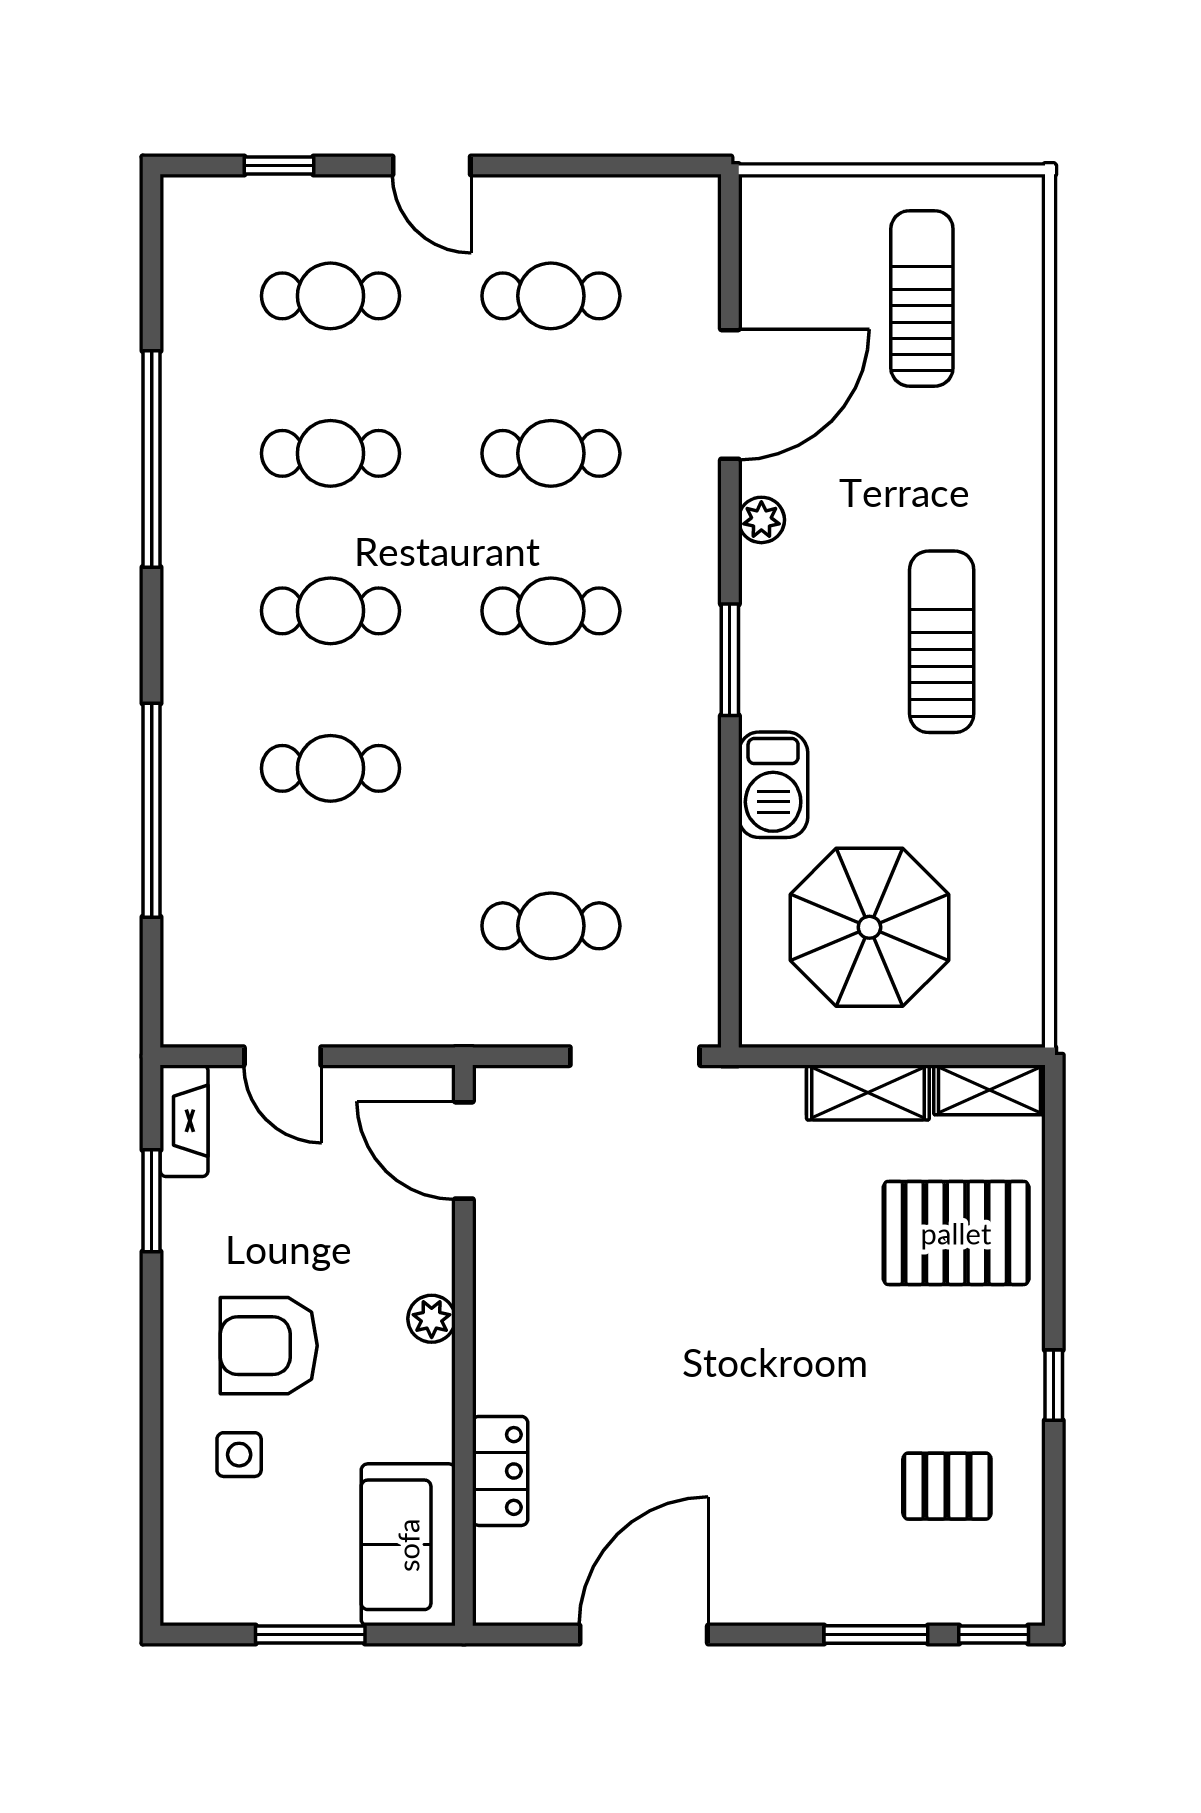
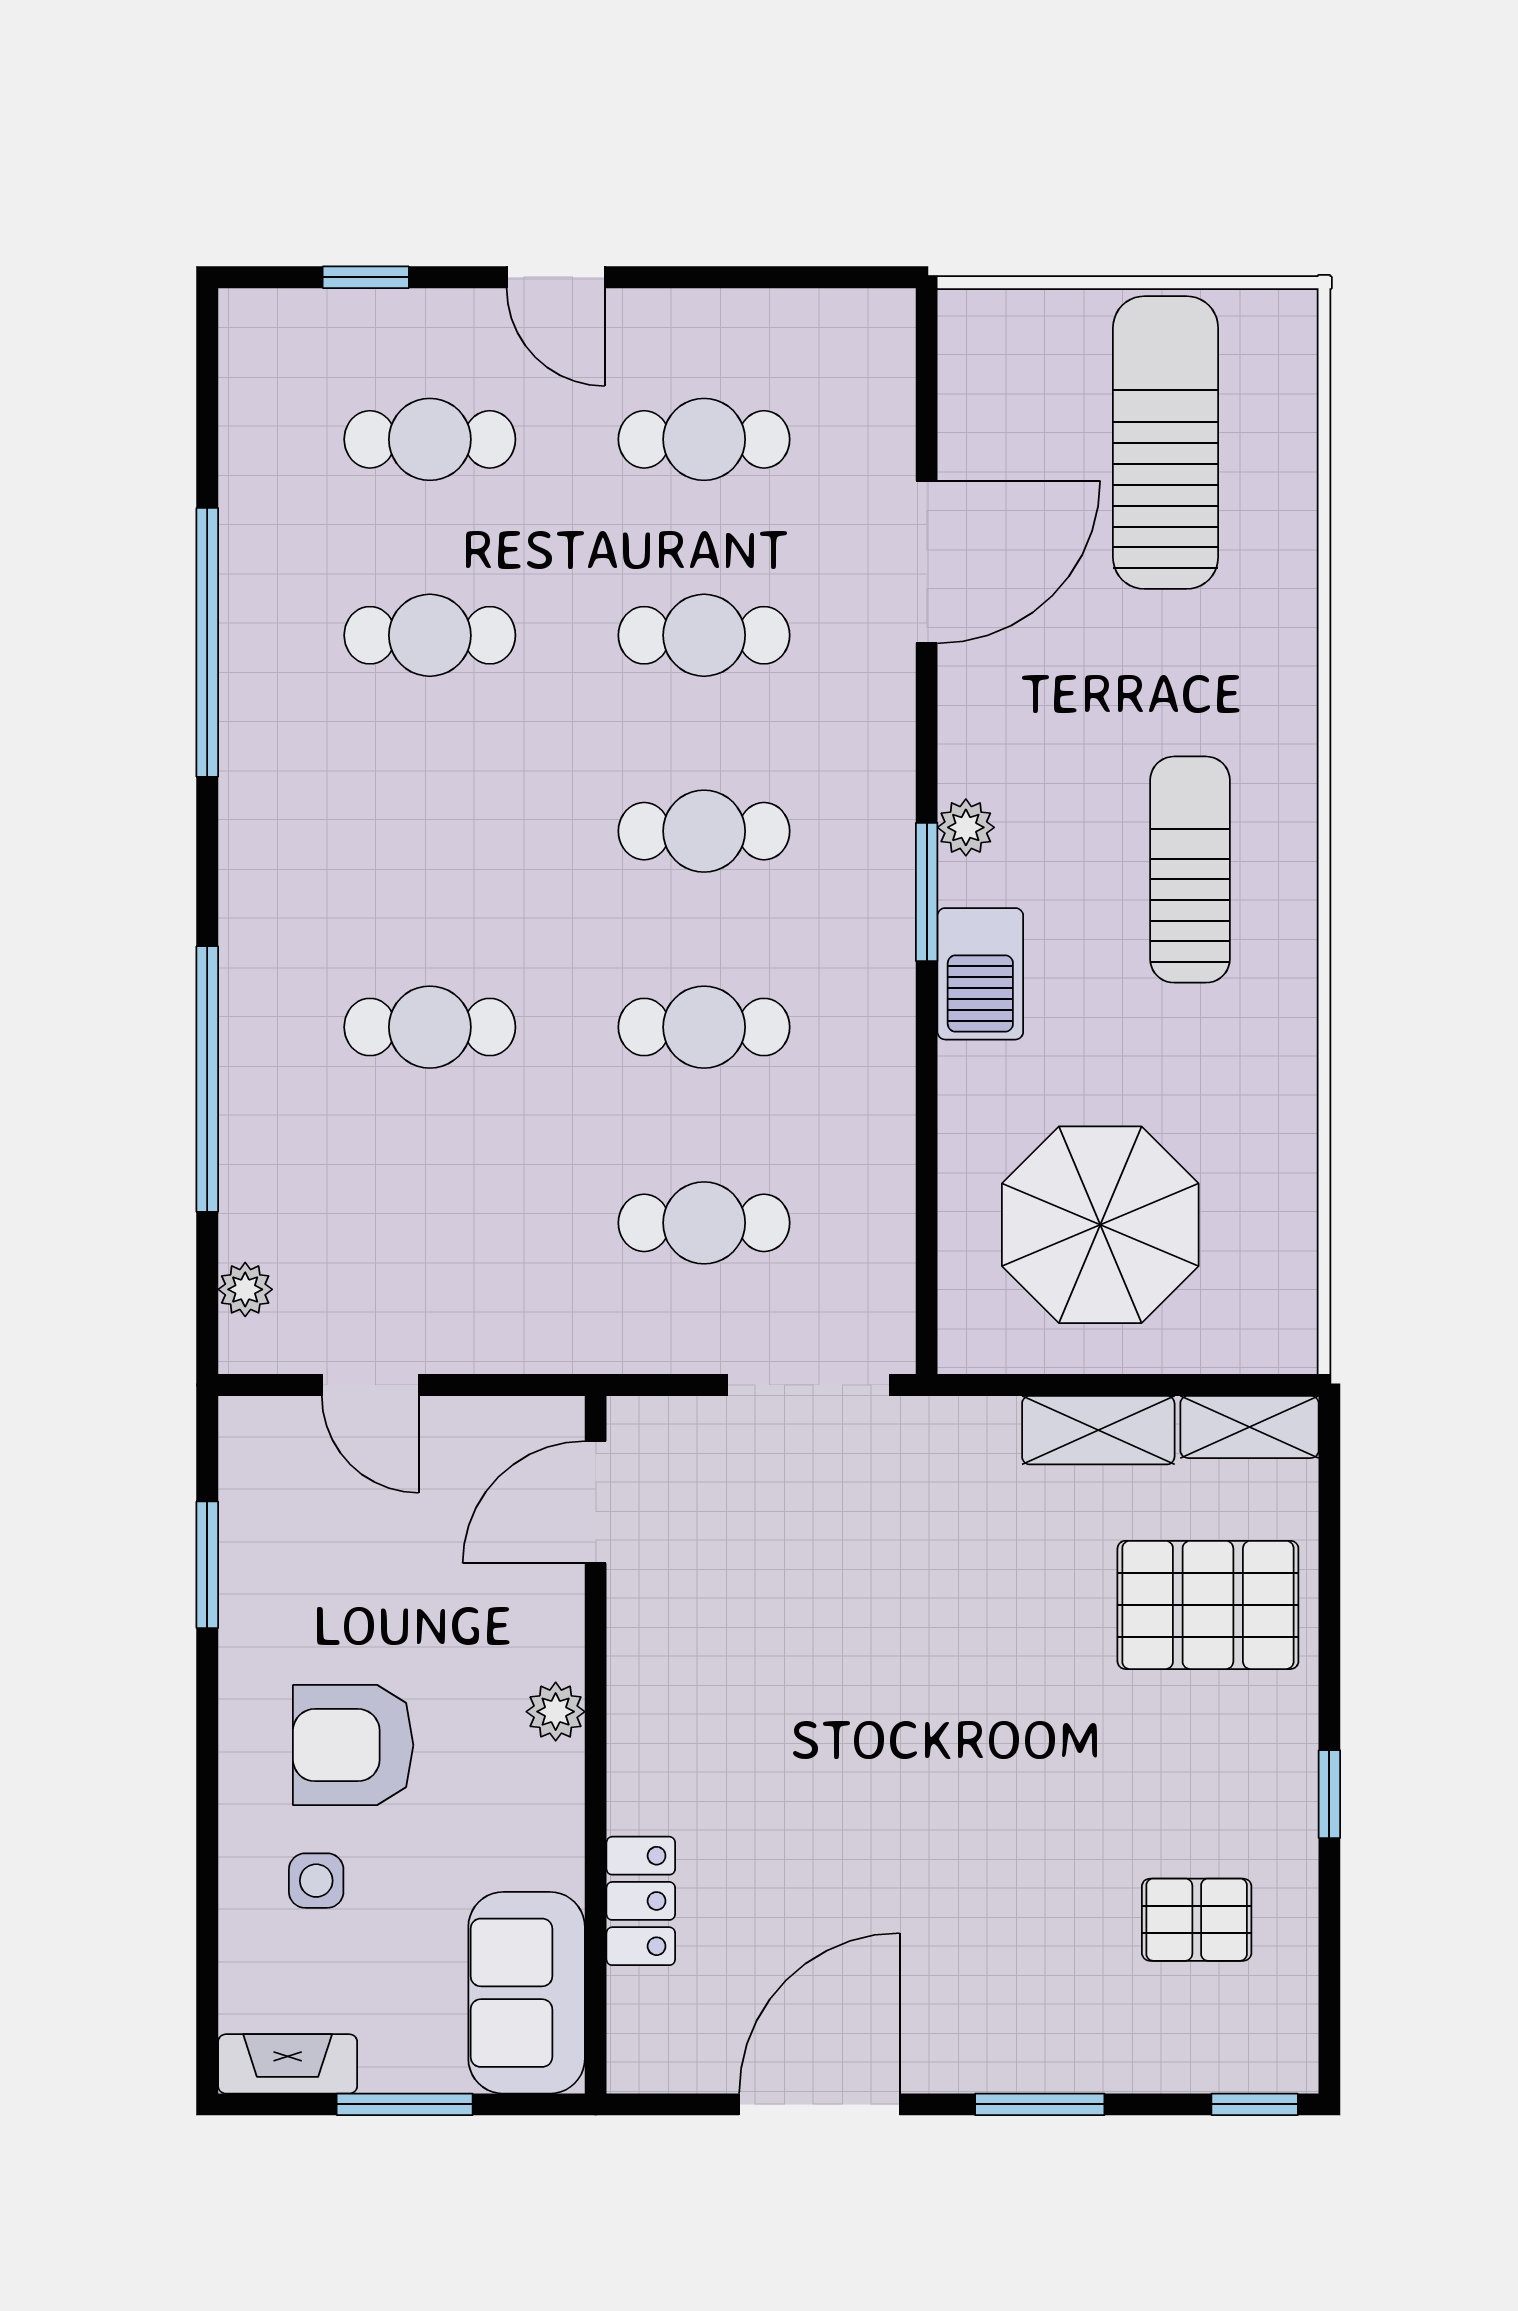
sun lounger: (922, 298) -> (1166, 443), width x1.36, depth x1.34
plant: (761, 520) -> (966, 827), moved
cafe table: (330, 611) -> (704, 1027), moved
barbecue: (773, 785) -> (980, 974), moved
plant: (182, 979) -> (245, 1289), added
fireplace: (184, 1121) -> (288, 2064), moved, turned -90
door: (464, 1150) -> (596, 1502), hinge flipped
window: (876, 1635) -> (1040, 2104), moved

